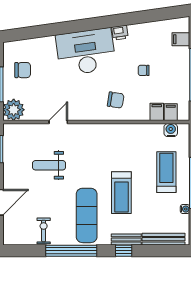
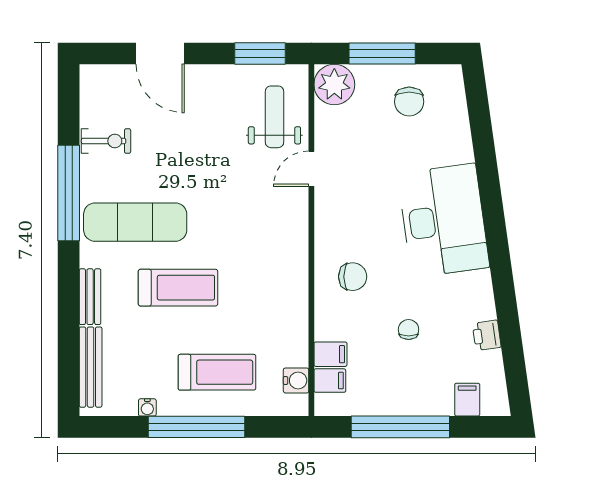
printer: (120, 33) -> (487, 335), moved
chair: (116, 100) -> (353, 277), turned -99
door: (58, 122) -> (311, 169), swing flipped
weight bench: (49, 165) -> (274, 117), moved
treadmill: (121, 193) -> (178, 288), turned 180
window: (124, 251) -> (69, 292), removed

